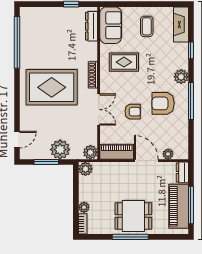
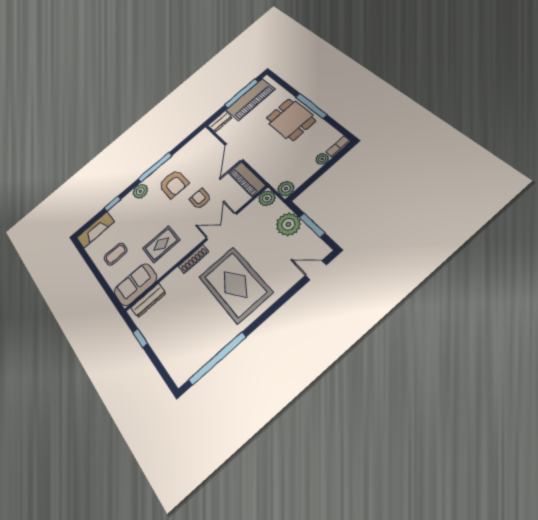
rug: (124, 62) -> (161, 244), turned 90
plant: (168, 154) -> (214, 143), removed

